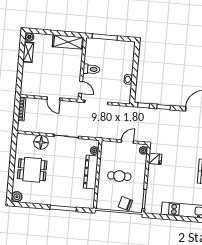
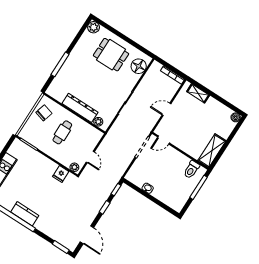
shelving: (28, 52) -> (198, 93), moved
toilet: (91, 69) -> (191, 170), moved
floor lamp: (41, 142) -> (139, 66), moved
dining table: (32, 170) -> (111, 55), turned 90
chair: (125, 204) -> (44, 113), moved

